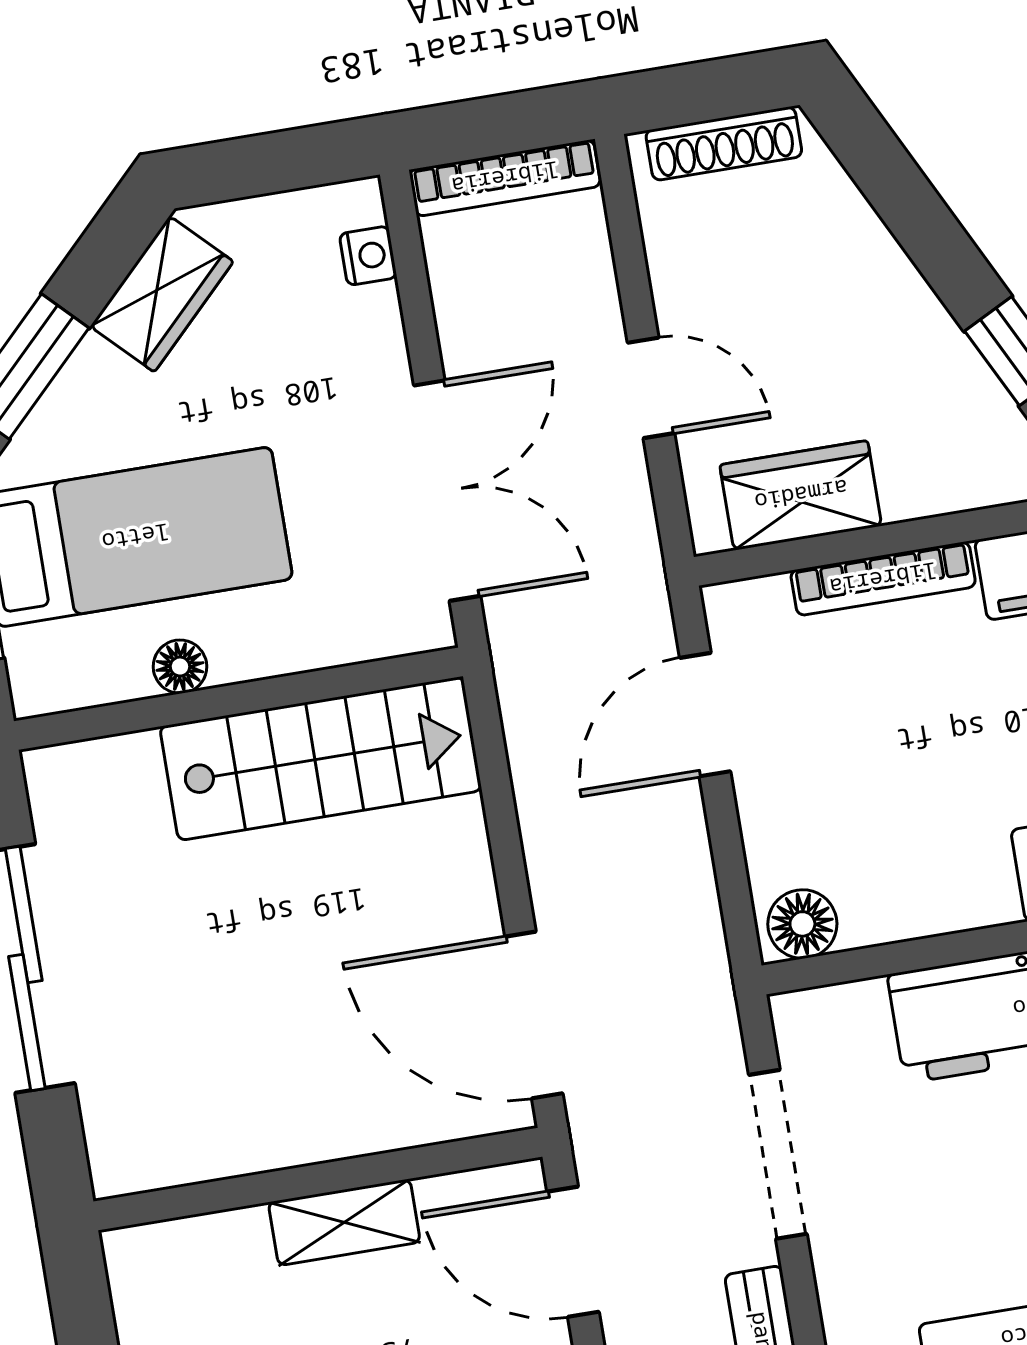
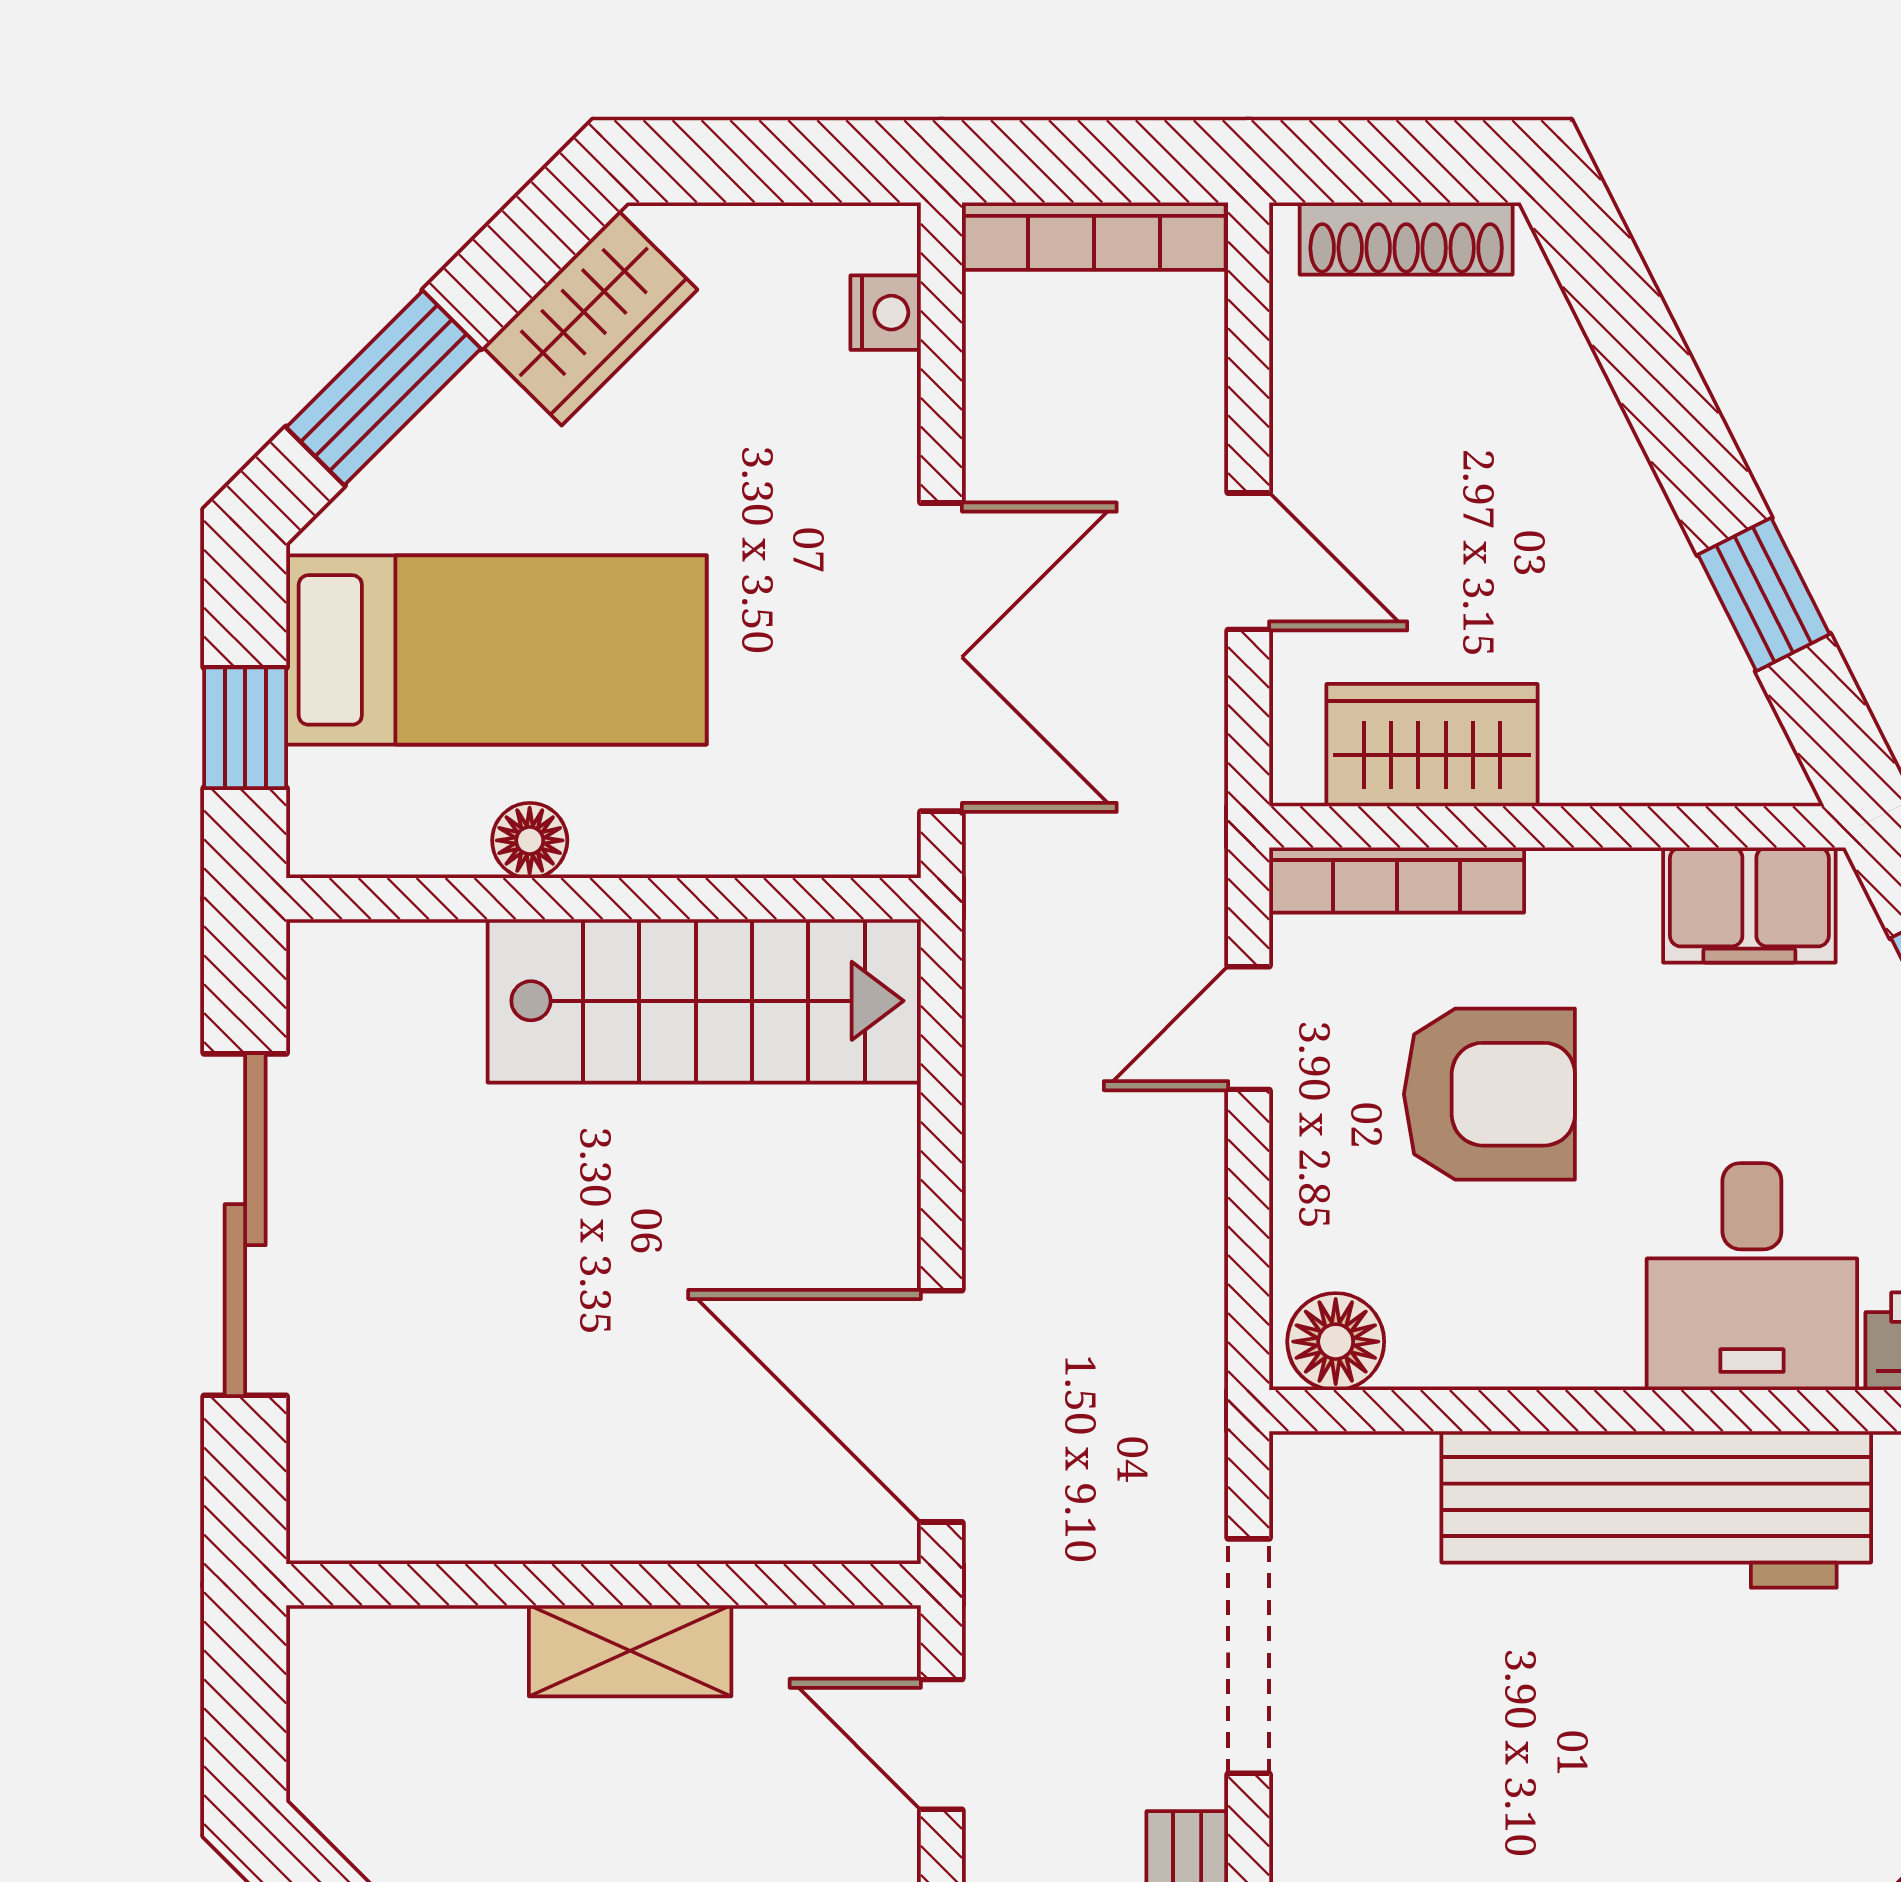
bookcase: (883, 579) -> (1397, 880), moved
door: (705, 715) -> (1249, 1028), width x0.73
armchair: (881, 733) -> (1489, 1094), added
door: (573, 1252) -> (941, 1744), width x0.73

